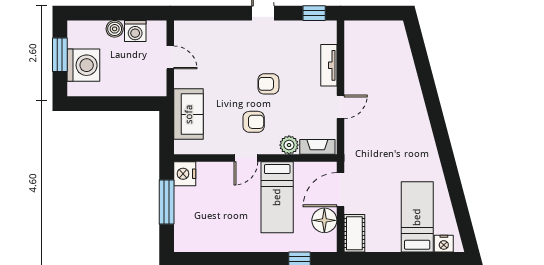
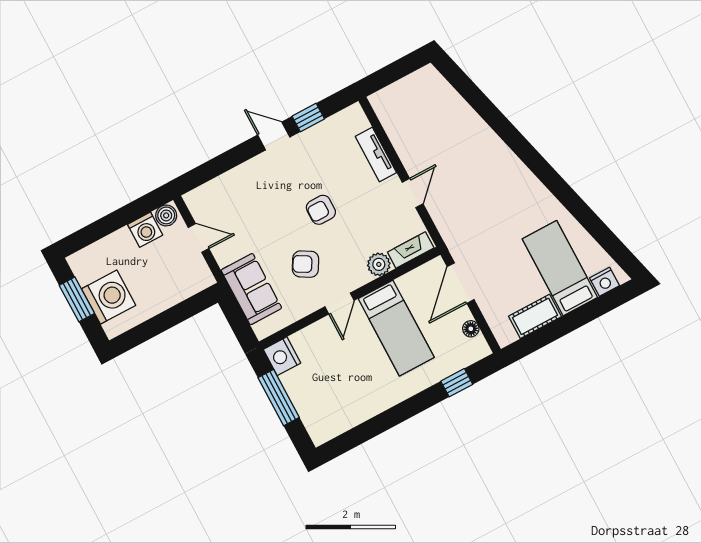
window: (314, 13) -> (308, 118), moved
boiler: (115, 29) -> (166, 215), moved
armchair: (254, 122) -> (306, 264), moved, turned -150
floor lamp: (324, 220) -> (471, 329), width x0.53, depth x0.53
cot: (354, 233) -> (535, 316), moved, turned 90

